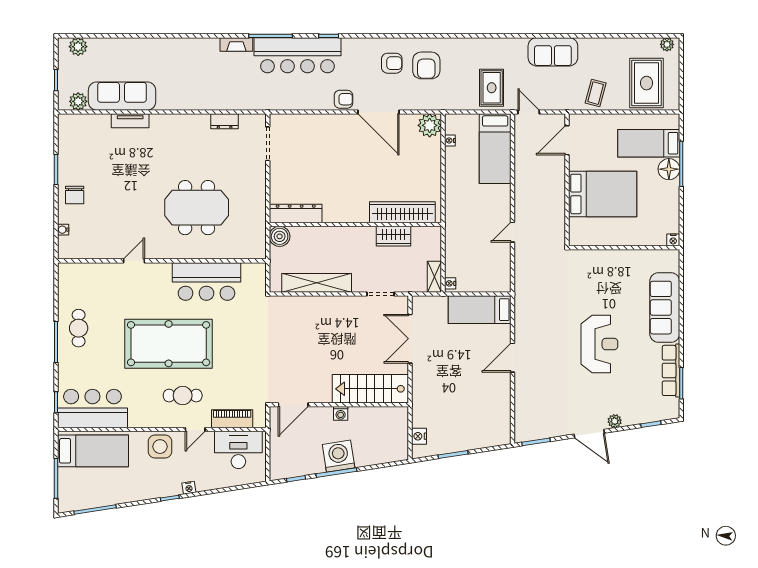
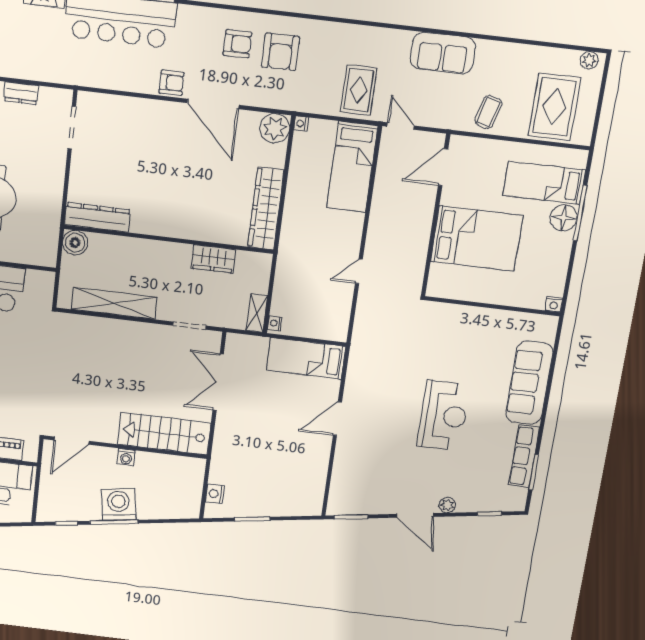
nightstand: (450, 140) -> (301, 124), moved
wardrobe: (402, 212) -> (266, 209), moved, turned -90

